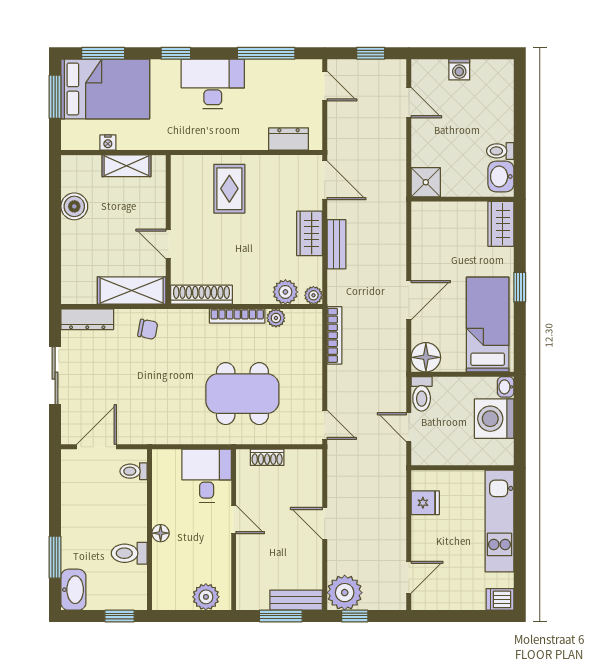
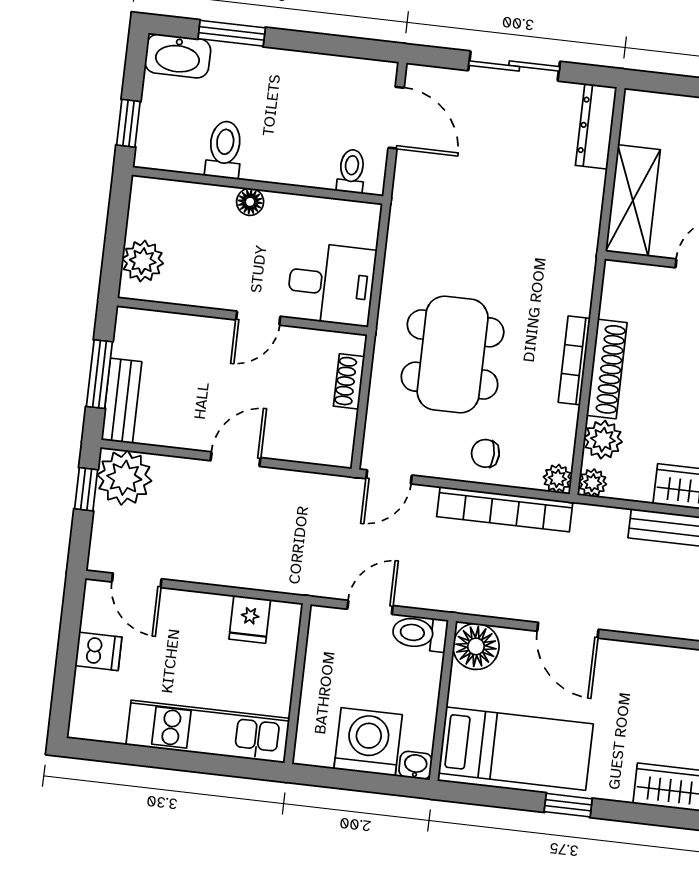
shoe rack: (201, 295) -> (607, 369), moved
plant: (276, 318) -> (557, 478), moved
chair: (148, 329) -> (485, 453), moved, turned 79
bookcase: (334, 335) -> (505, 509), width x1.48, depth x1.31
dishwasher: (500, 599) -> (98, 651), moved, turned 90

